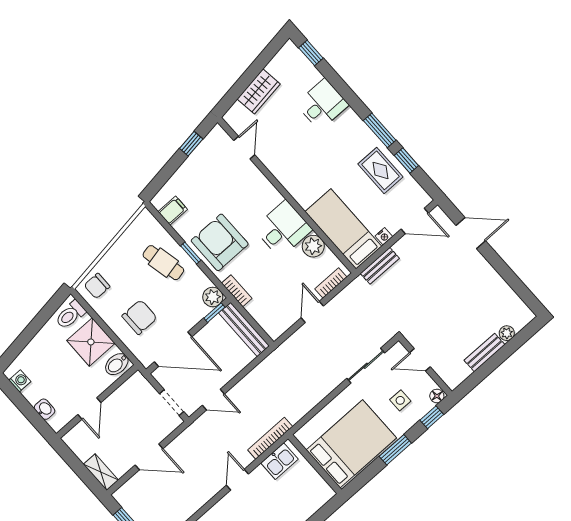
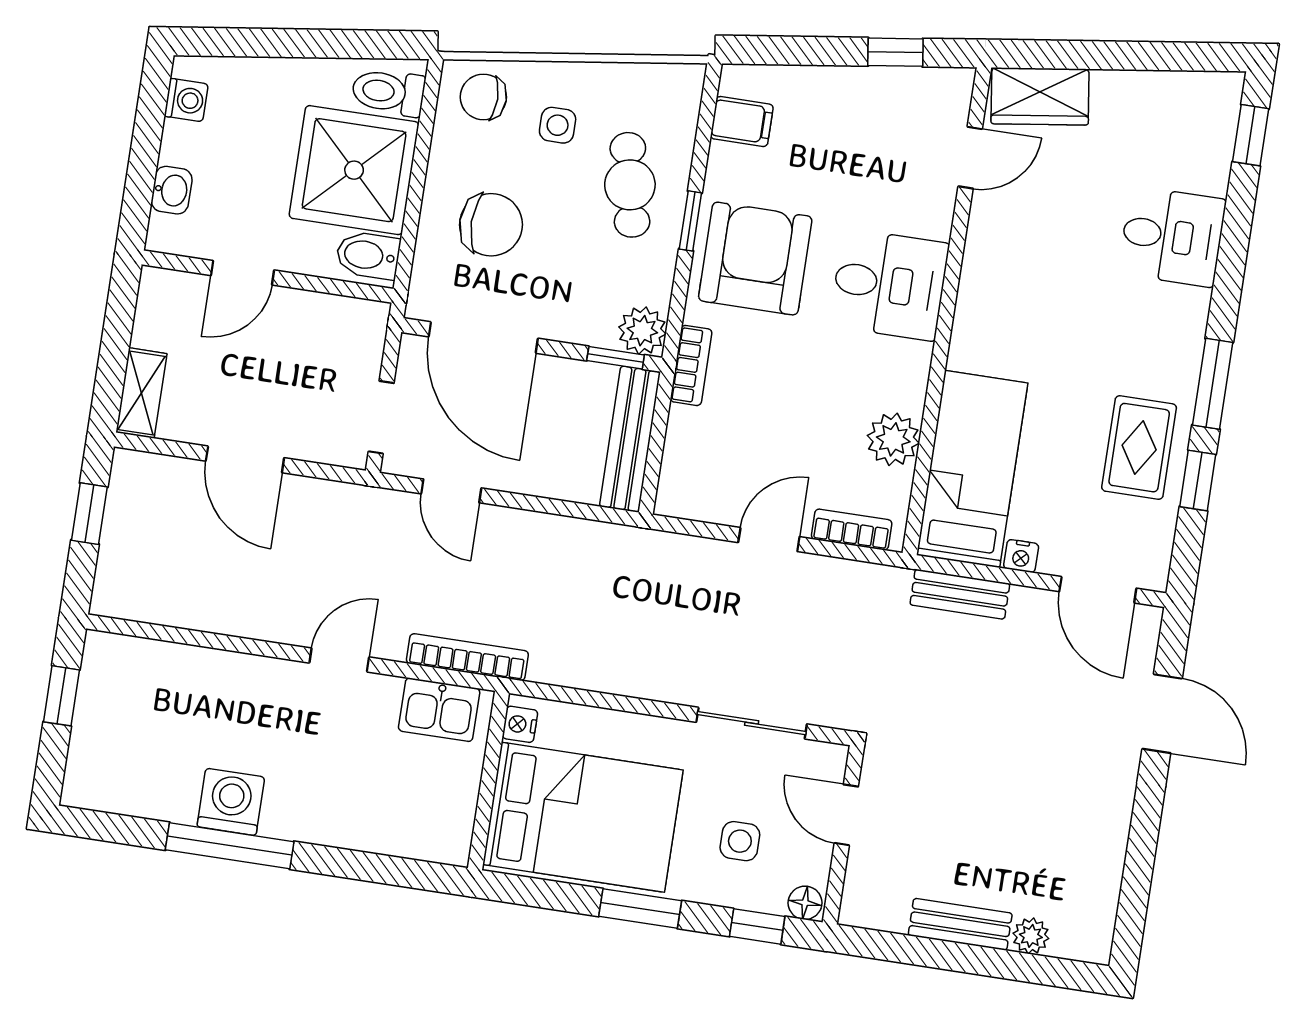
wardrobe: (259, 91) -> (1040, 96), moved
desk: (283, 229) -> (889, 285), moved
side table: (125, 270) -> (558, 125), added
shower: (91, 342) -> (354, 170), width x1.37, depth x1.37
nightstand: (305, 439) -> (520, 724), added

